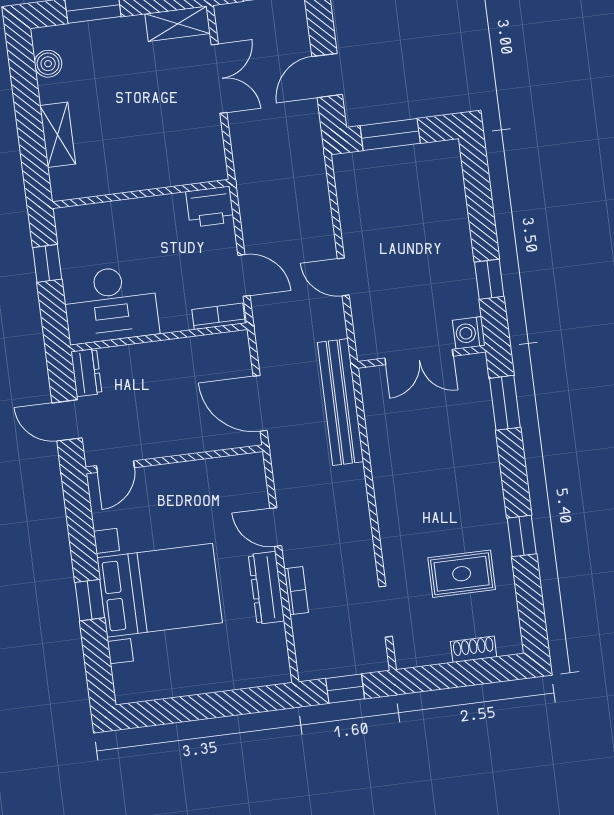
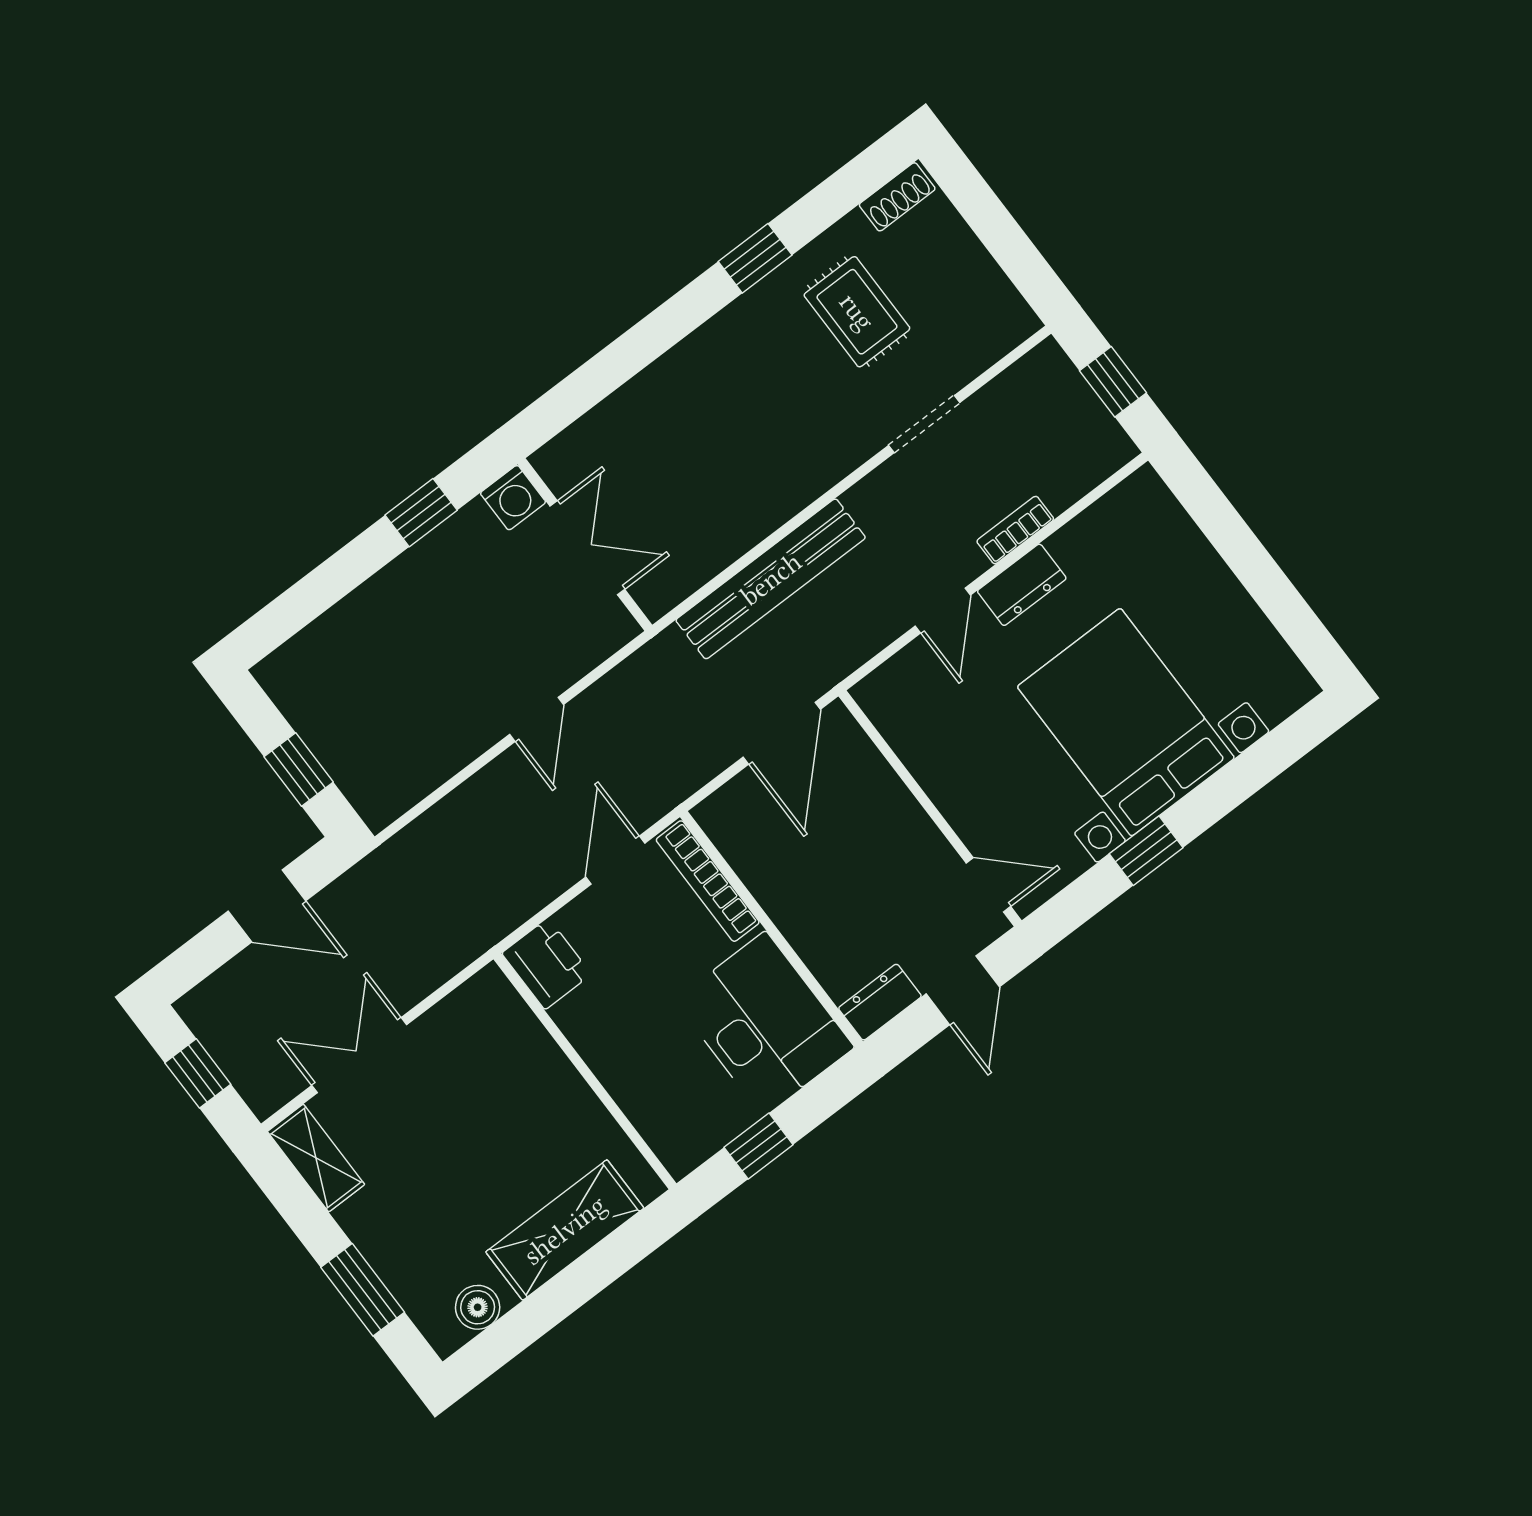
shelving: (58, 135) -> (565, 1230), width x1.50, depth x1.33
window: (390, 135) -> (299, 769), width x0.67
bookcase: (218, 316) -> (708, 881), width x1.56
bench: (340, 402) -> (771, 579), moved
window: (505, 403) -> (582, 390), removed
dresser: (266, 588) -> (1022, 585), width x0.70
window: (90, 600) -> (1146, 851), moved
doorway: (386, 612) -> (924, 424), moved
shoe rack: (474, 649) -> (897, 197), moved, turned -90

